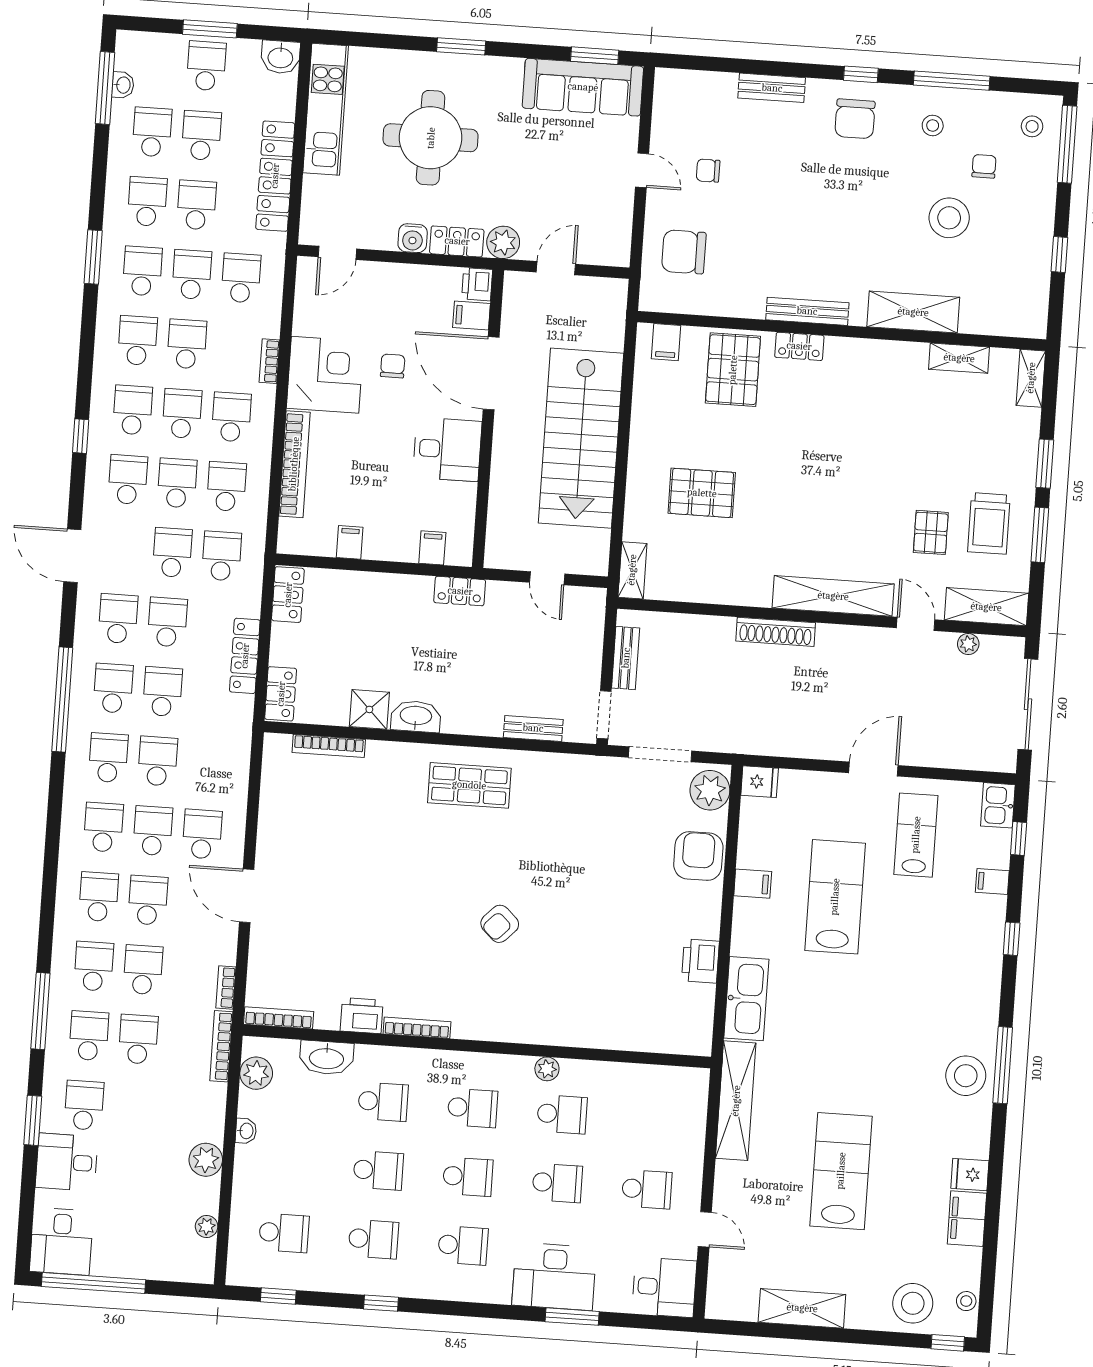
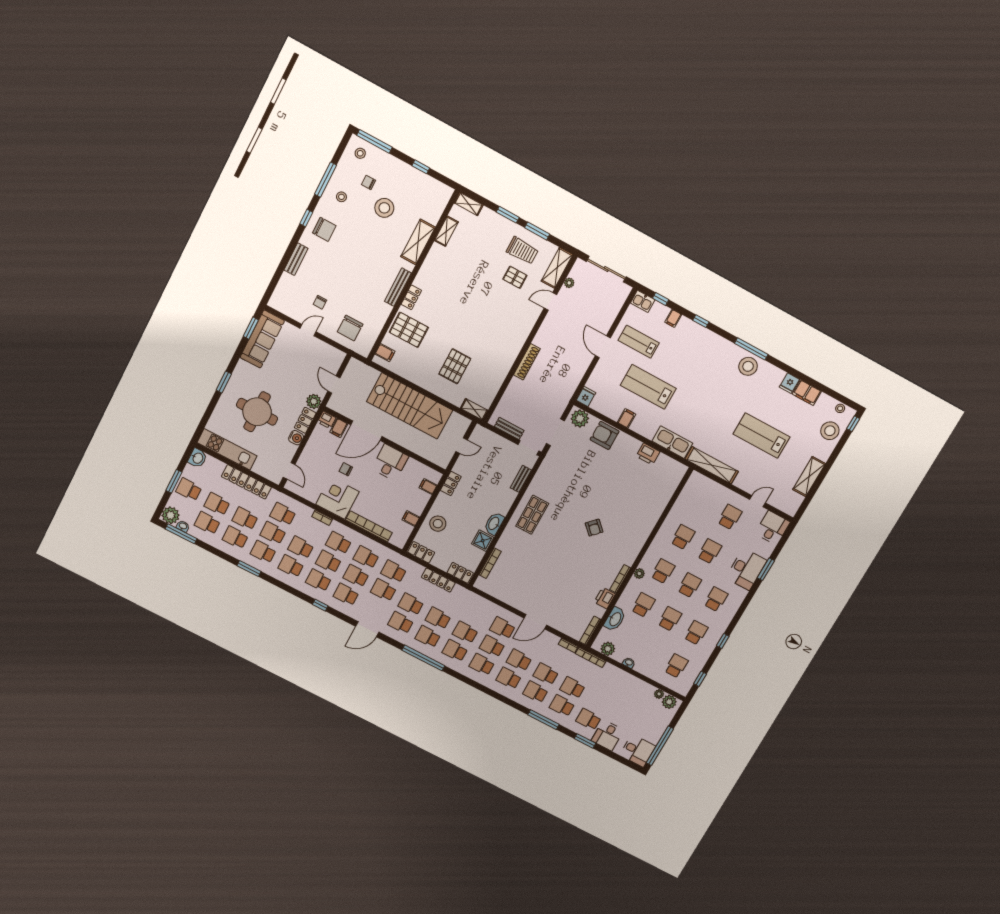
plant: (135, 51) -> (171, 515), added
shelving: (833, 596) -> (523, 331), removed
stool: (364, 602) -> (438, 524), added
plant: (547, 1069) -> (639, 574), moved
plant: (206, 1160) -> (669, 702), moved

